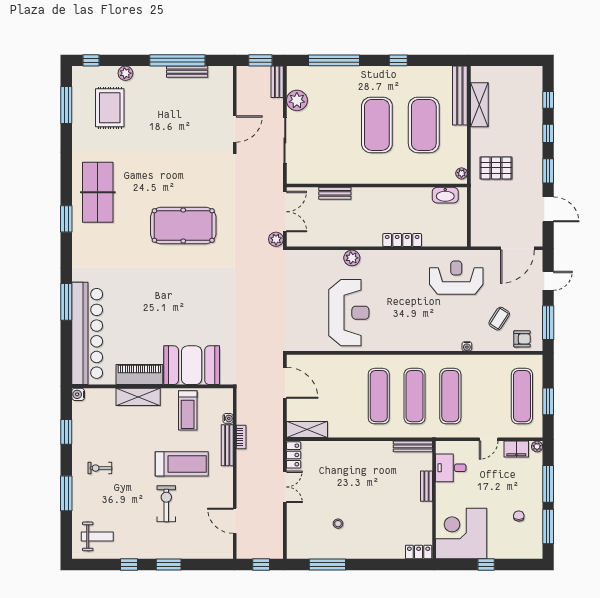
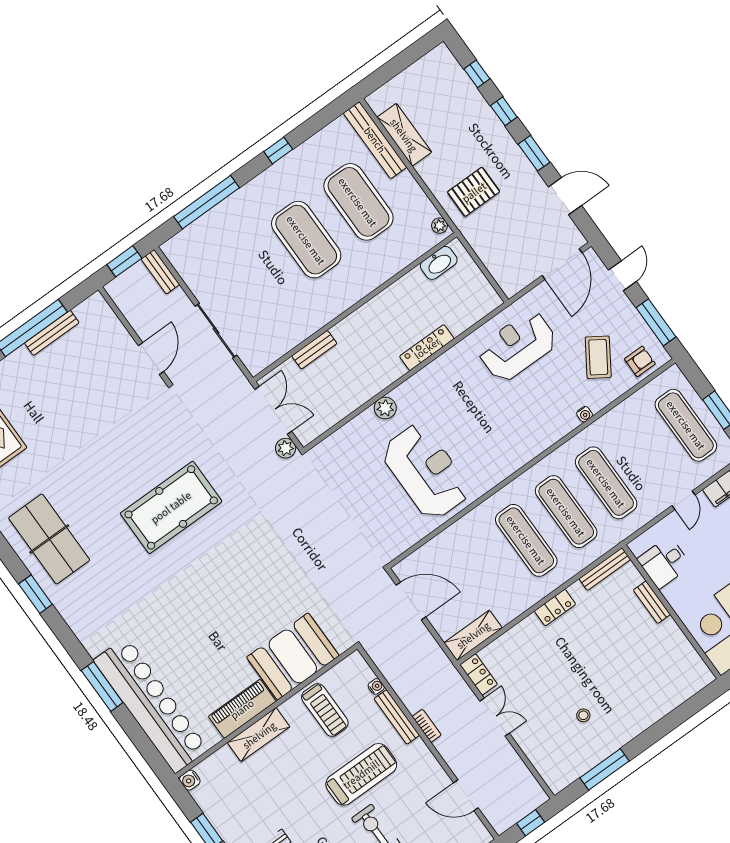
plant: (297, 100) -> (197, 277), removed
coffee table: (499, 319) -> (598, 357), width x1.36, depth x1.30
bookcase: (241, 437) -> (427, 726), moved
locker: (419, 552) -> (555, 608), moved, turned 180

